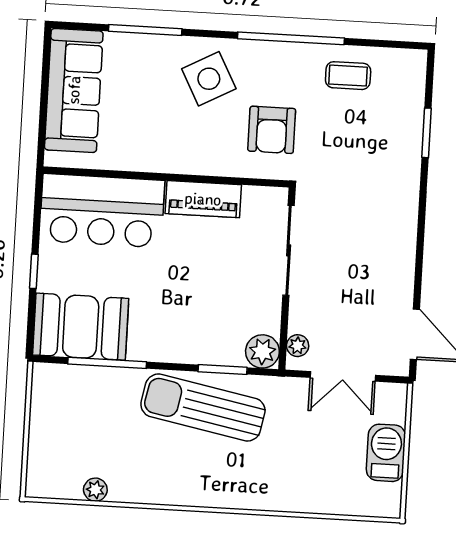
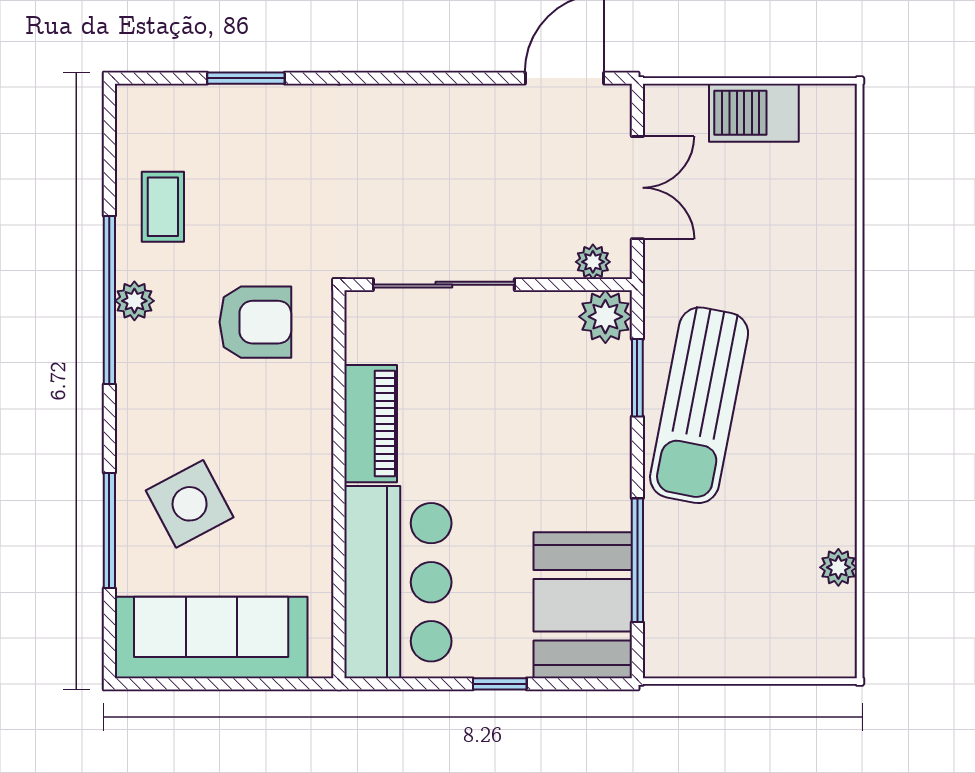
plant: (290, 54) -> (134, 301), added
side table: (209, 79) -> (190, 504), moved

